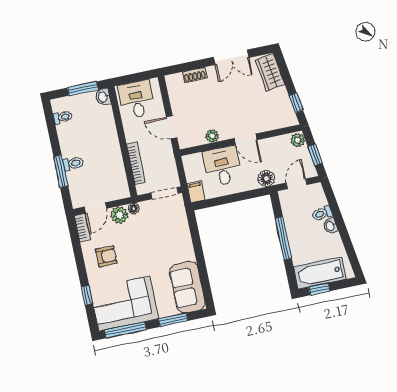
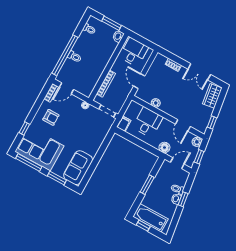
door: (246, 139) -> (183, 125), moved
window: (61, 171) -> (65, 55), width x2.11
plant: (119, 215) -> (75, 102), removed
window: (339, 219) -> (183, 199), added
window: (283, 238) -> (147, 185), width x0.69

